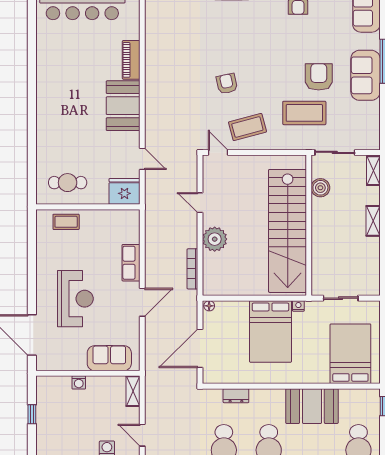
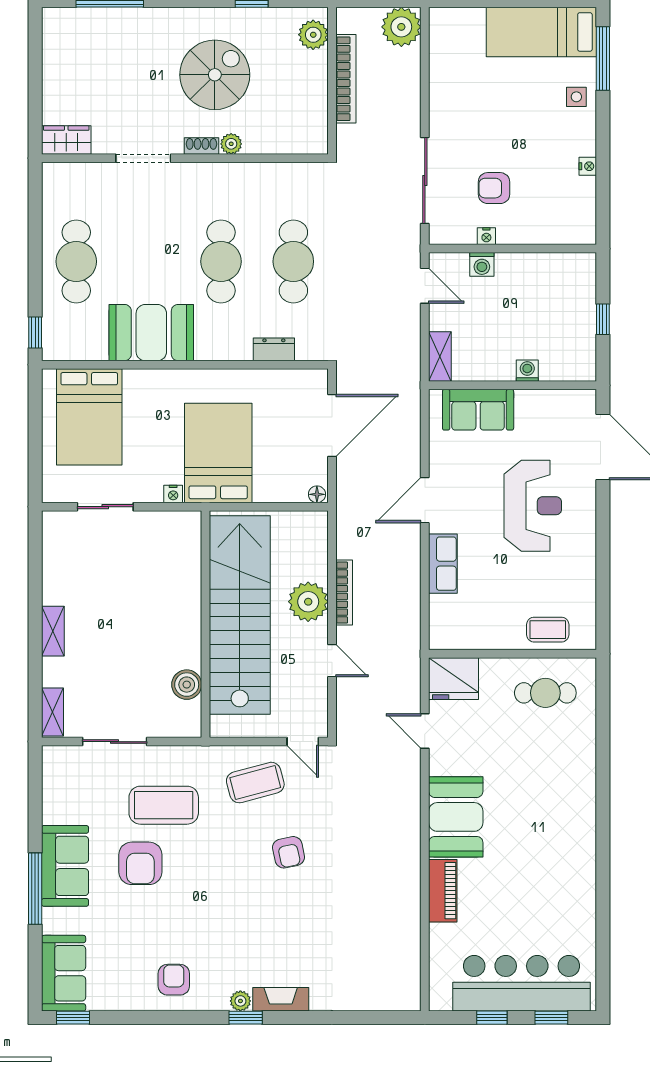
boiler: (320, 188) -> (187, 685), moved
wall: (309, 225) -> (205, 624), moved
stairs: (288, 231) -> (240, 615), moved
bookcase: (192, 269) -> (344, 593), moved
reception desk: (75, 299) -> (533, 506), turned 180

